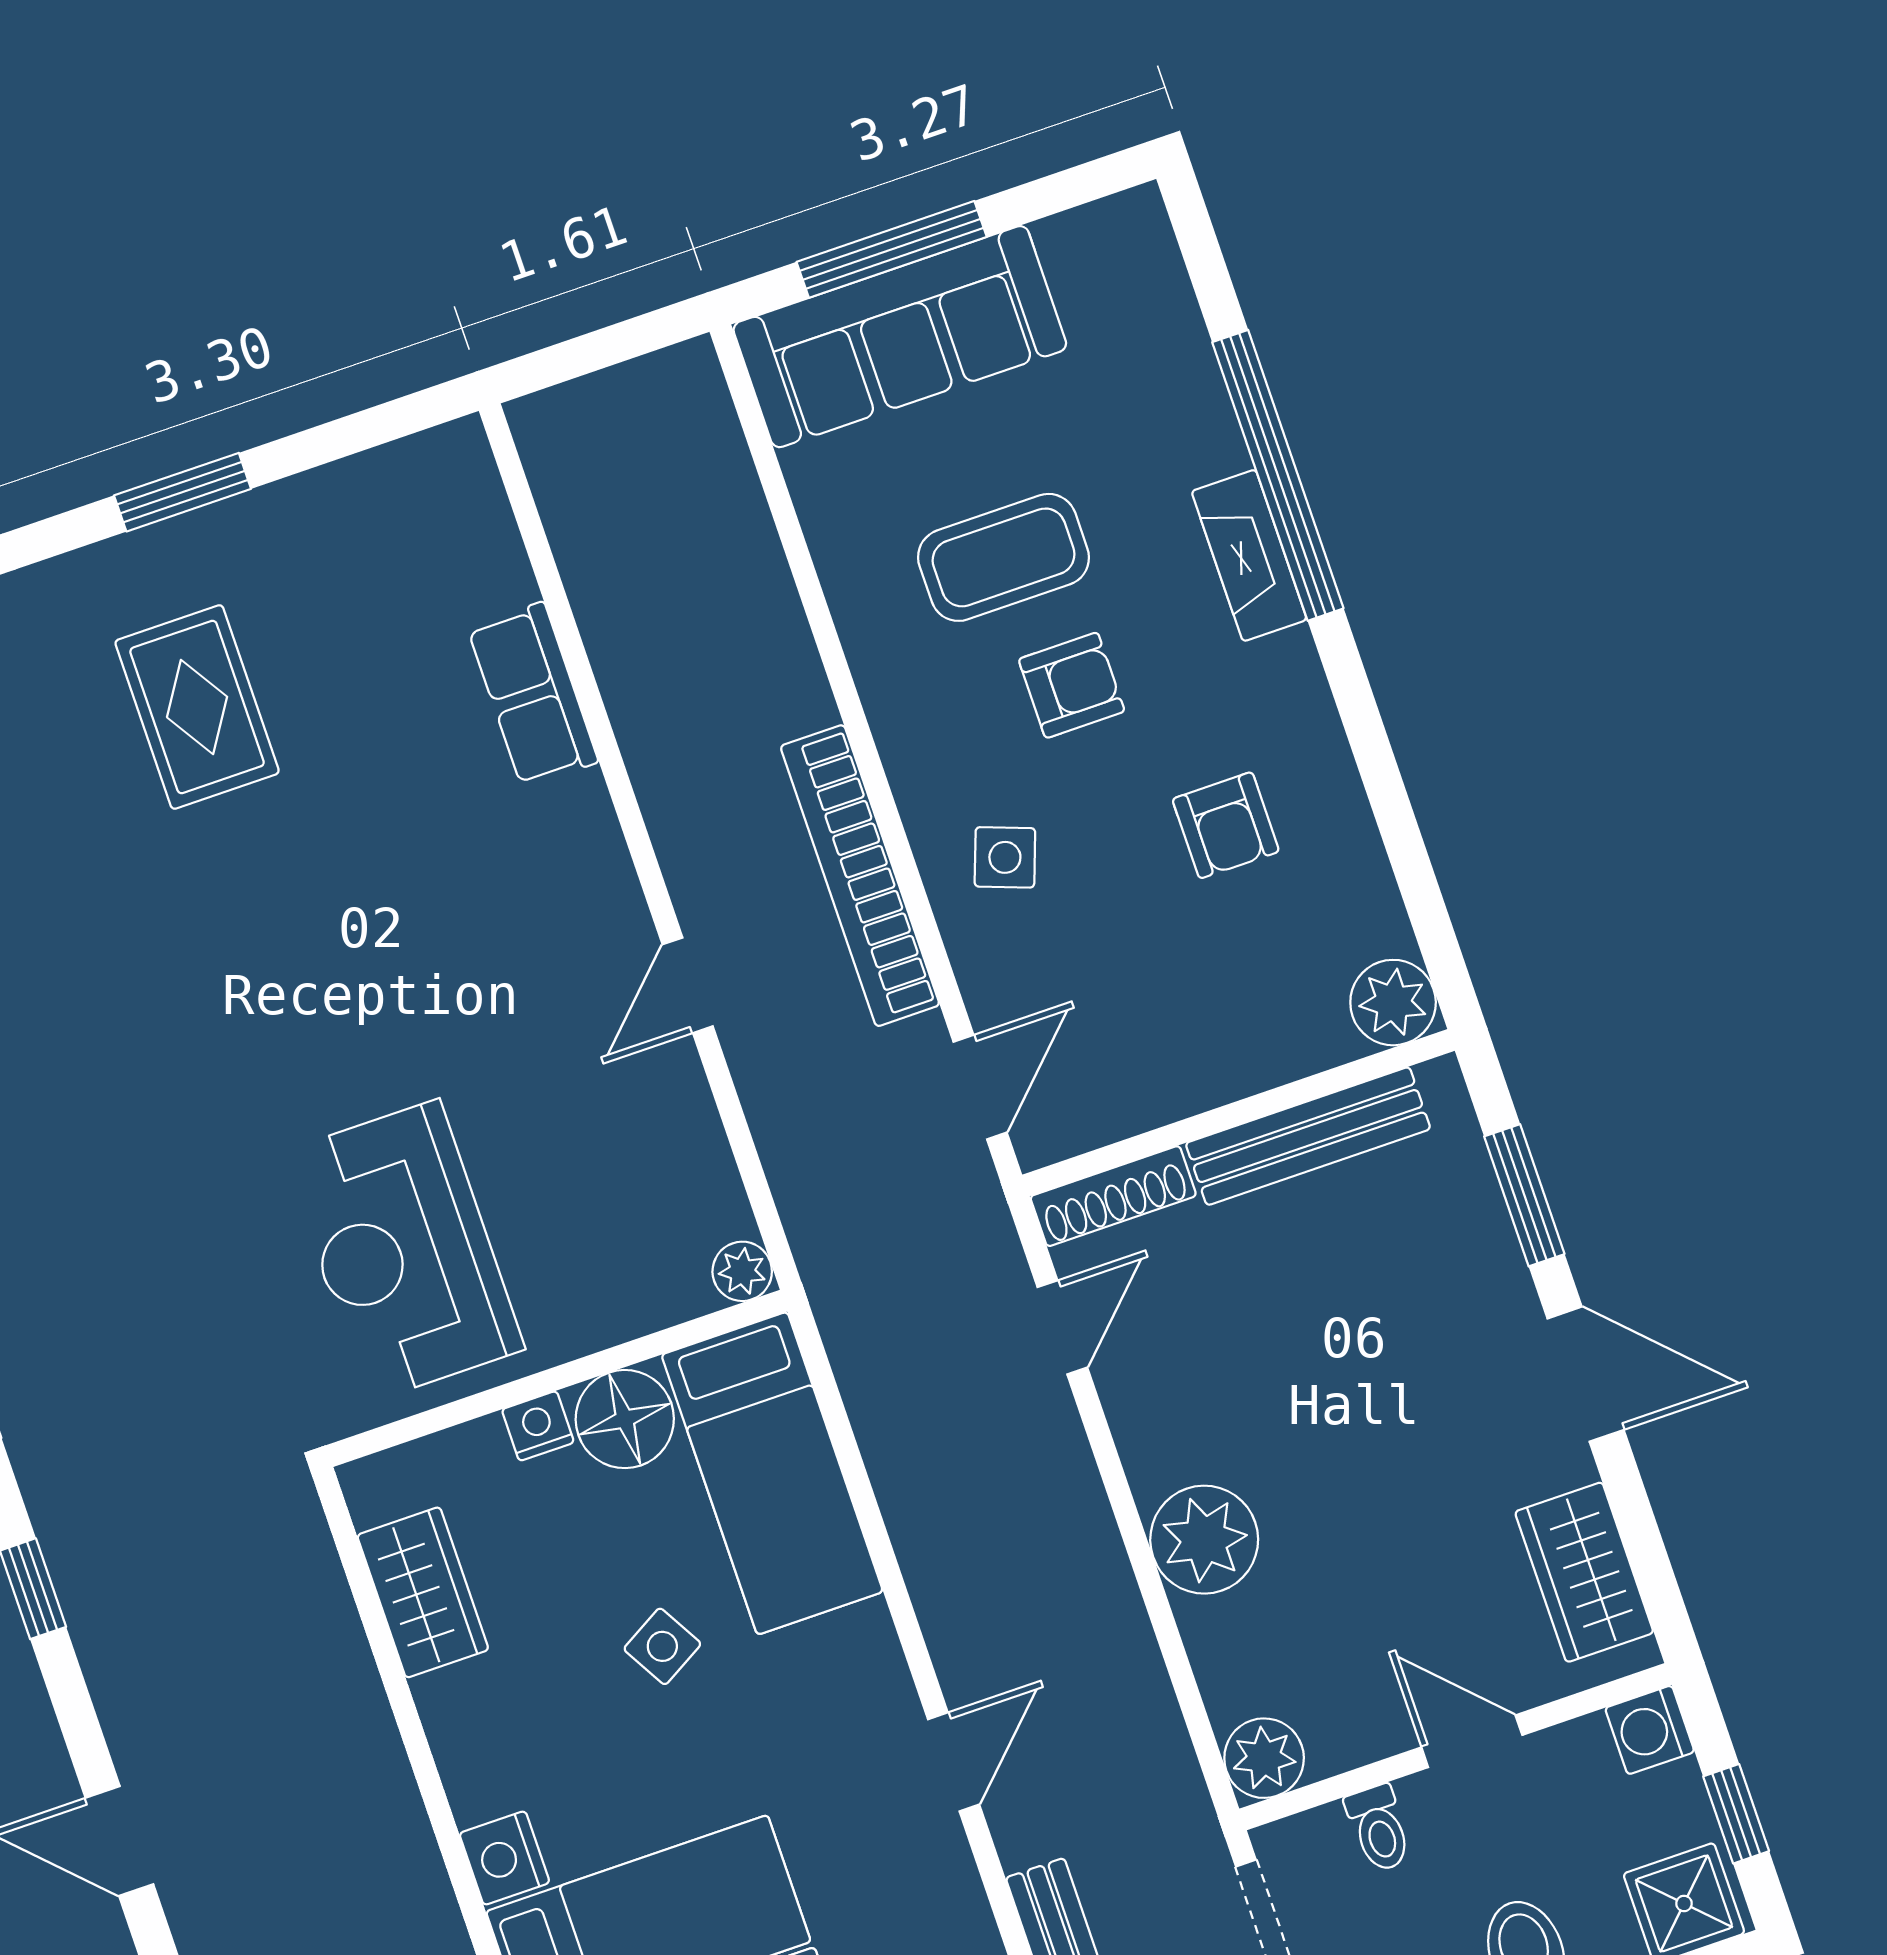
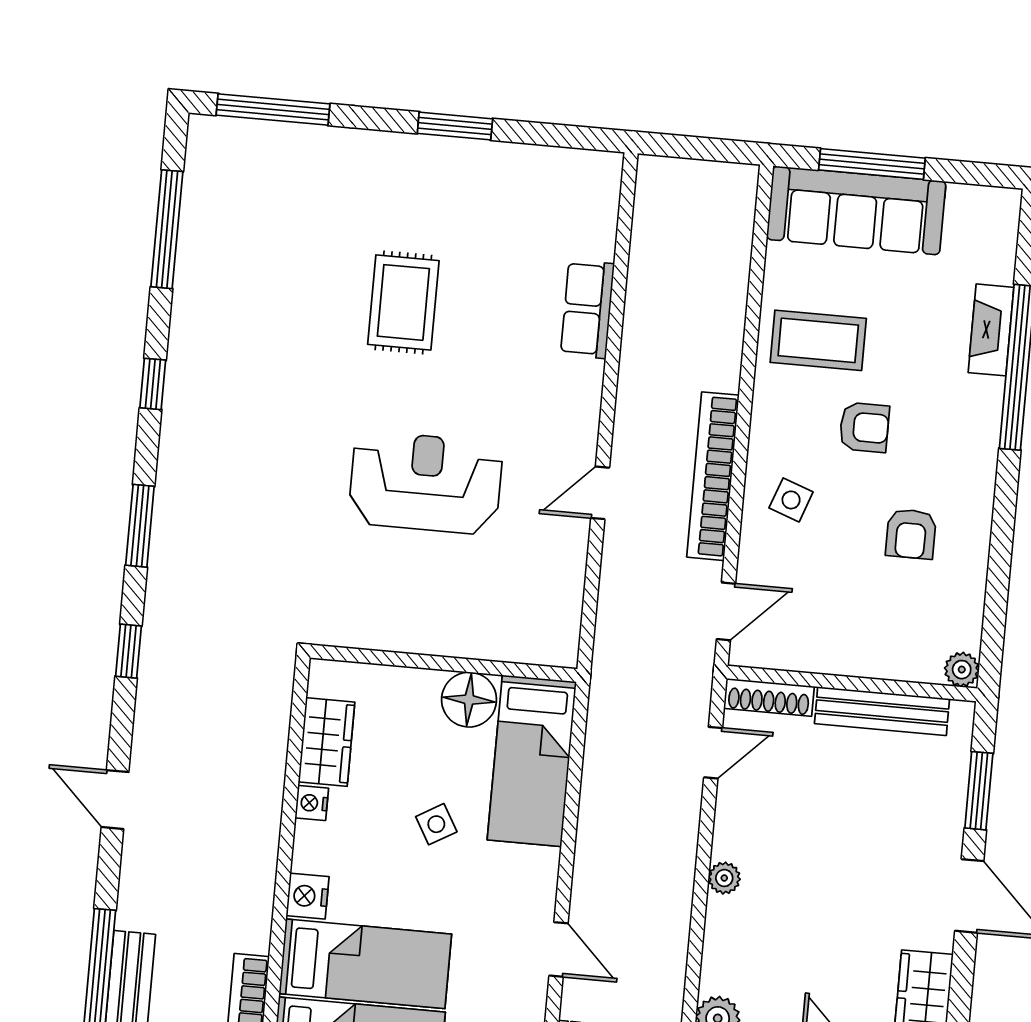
fireplace: (1249, 555) -> (991, 330), moved
coffee table: (1004, 557) -> (818, 340), moved
rug: (197, 707) -> (403, 302), moved
plant: (1393, 1003) -> (962, 670), width x0.73, depth x0.73
reception desk: (404, 1251) -> (426, 483), moved, turned 90
plant: (742, 1271) -> (563, 651), removed
nightstand: (538, 1426) -> (312, 803), moved, turned -90
plant: (1204, 1540) -> (724, 878), width x0.53, depth x0.53
door: (954, 1762) -> (559, 949), hinge flipped

